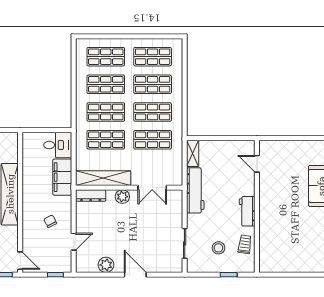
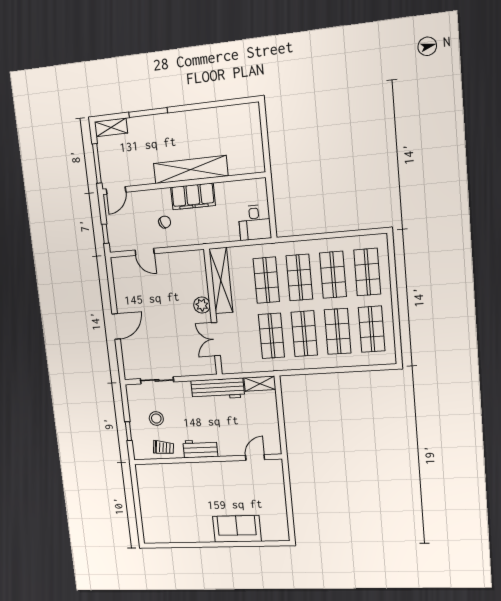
filing cabinet: (62, 177) -> (193, 196), moved, turned 180
dresser: (91, 196) -> (199, 267), removed
plant: (106, 265) -> (123, 292), removed

